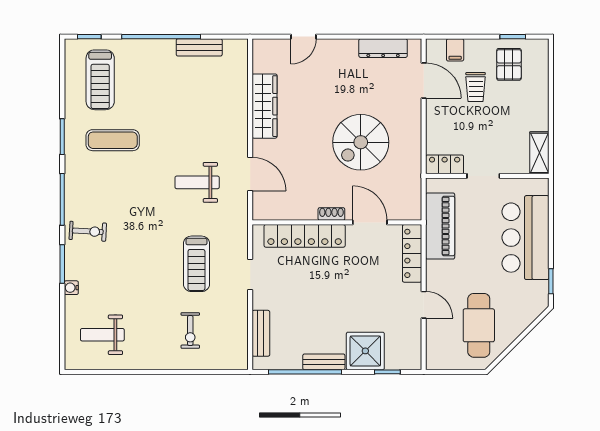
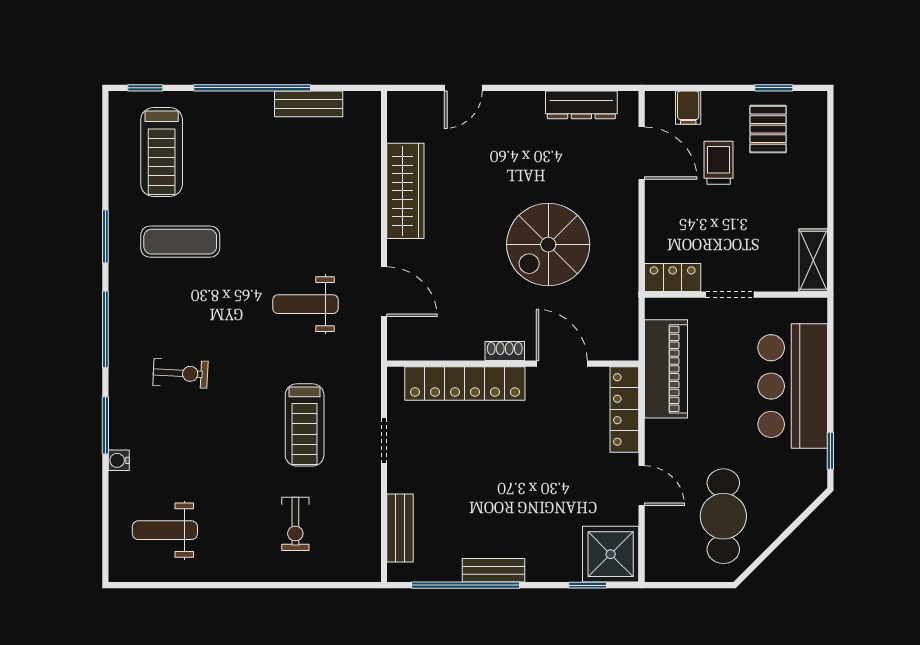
trolley: (476, 87) -> (719, 163), turned 180
exercise bike: (88, 231) -> (180, 373), moved
shower: (365, 351) -> (611, 554), moved

